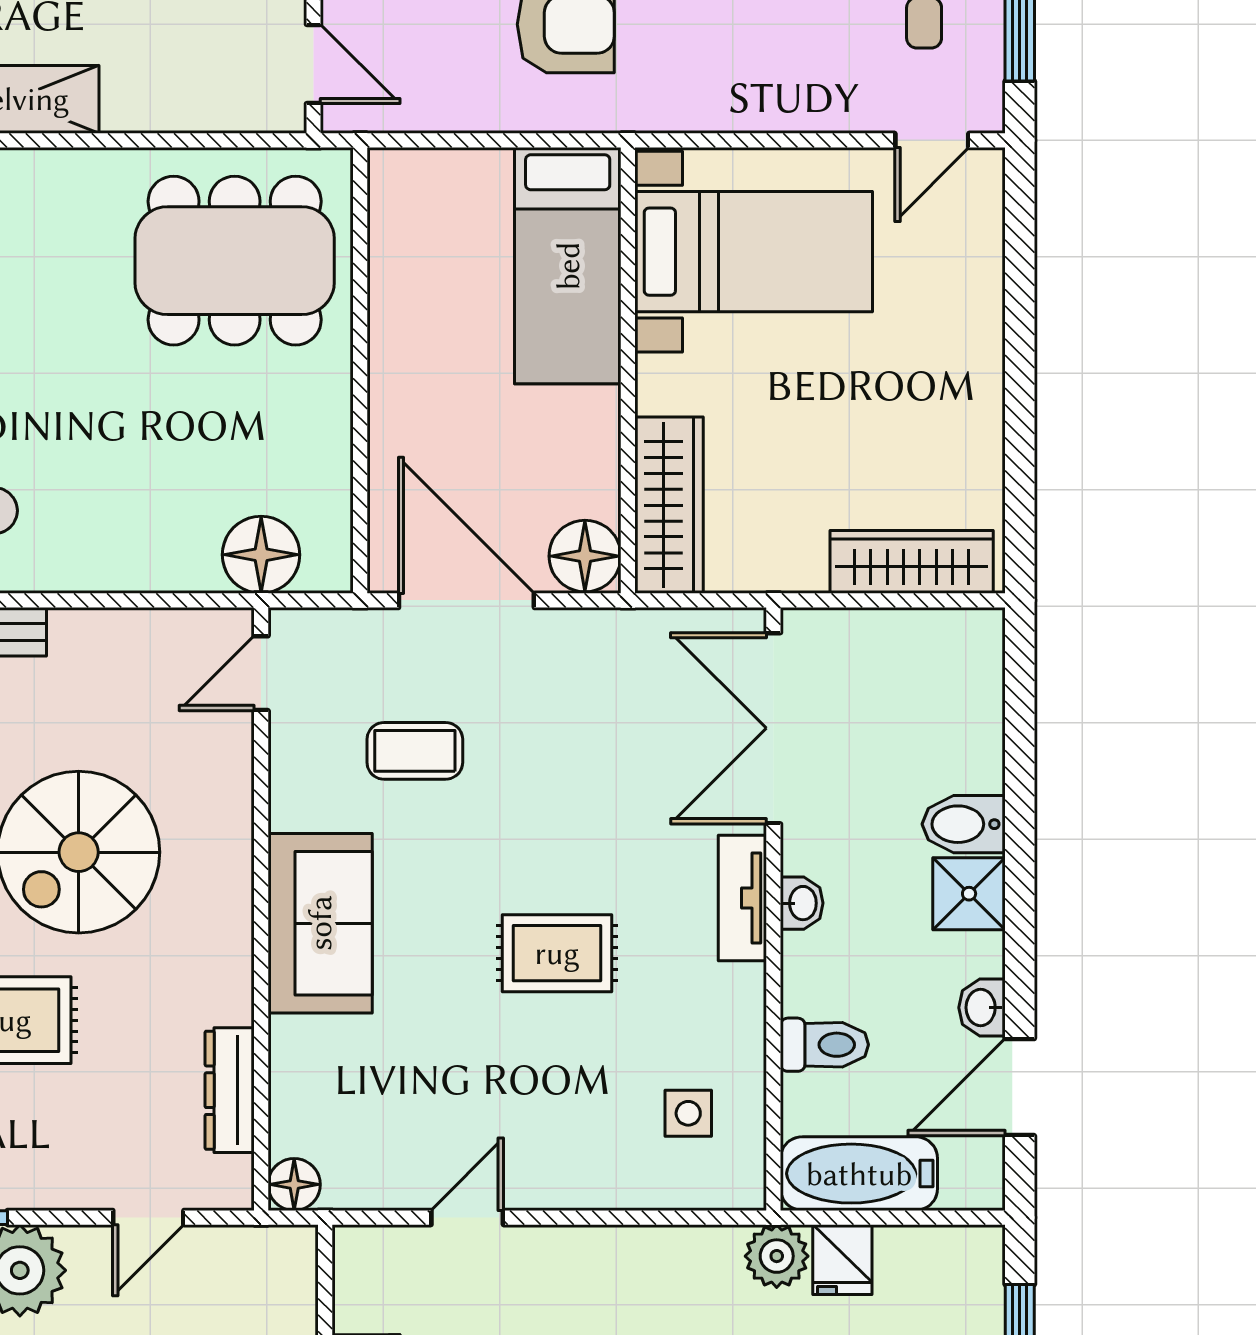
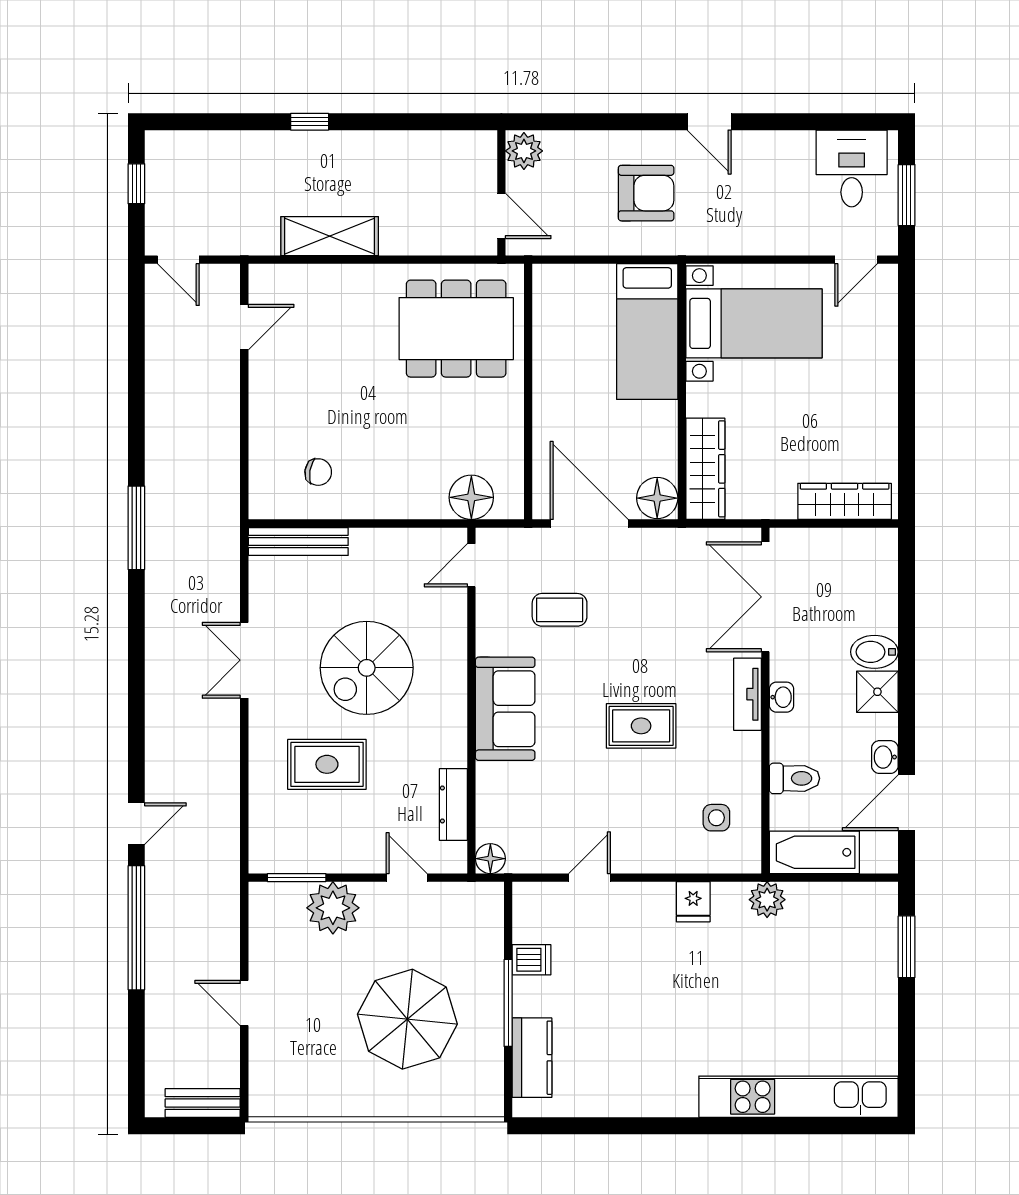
door: (148, 1218) -> (407, 878), swing flipped
fridge: (842, 1260) -> (693, 902), moved

